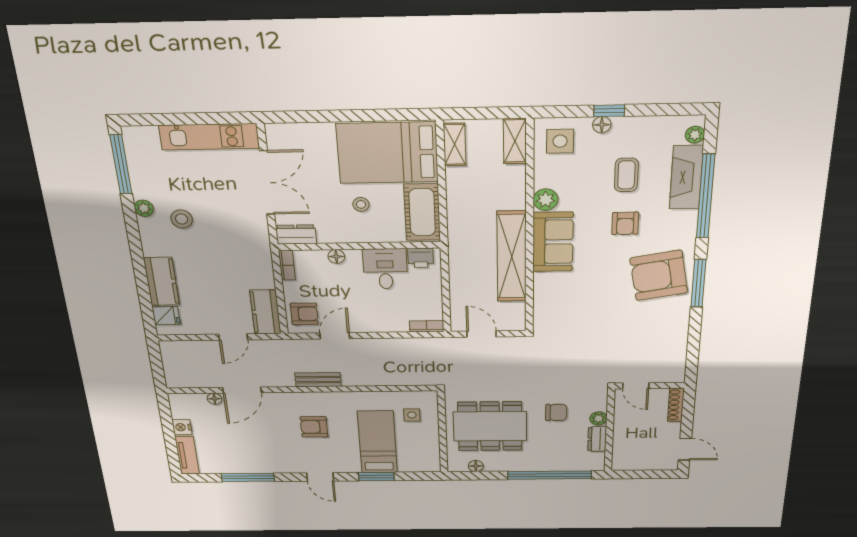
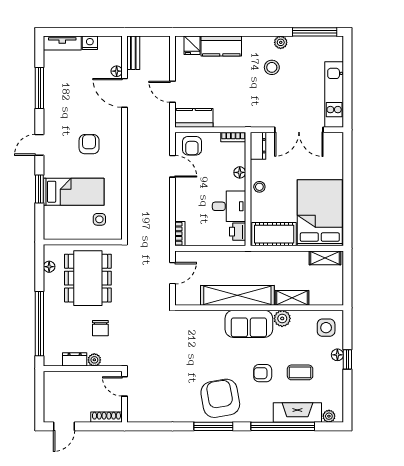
shelving: (515, 141) -> (292, 298), moved
stool: (361, 204) -> (259, 187), moved
bench: (318, 380) -> (133, 53), moved
door: (636, 386) -> (124, 386), hinge flipped

